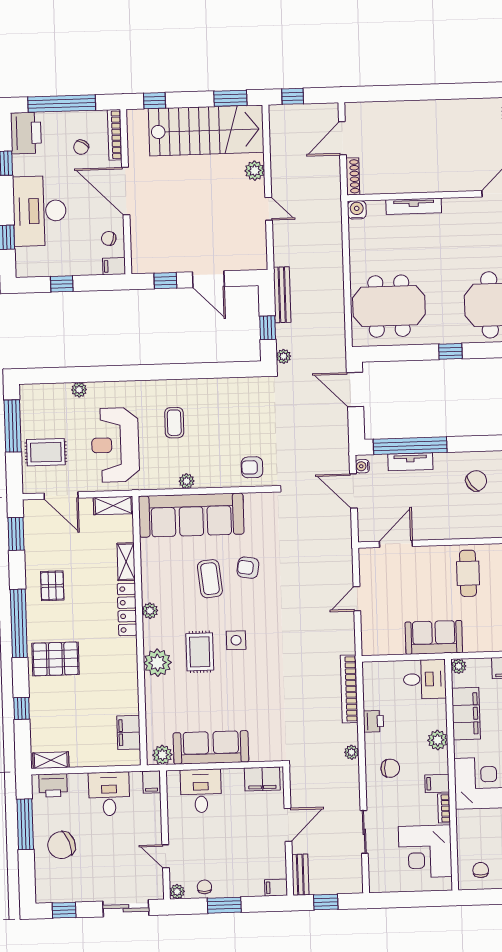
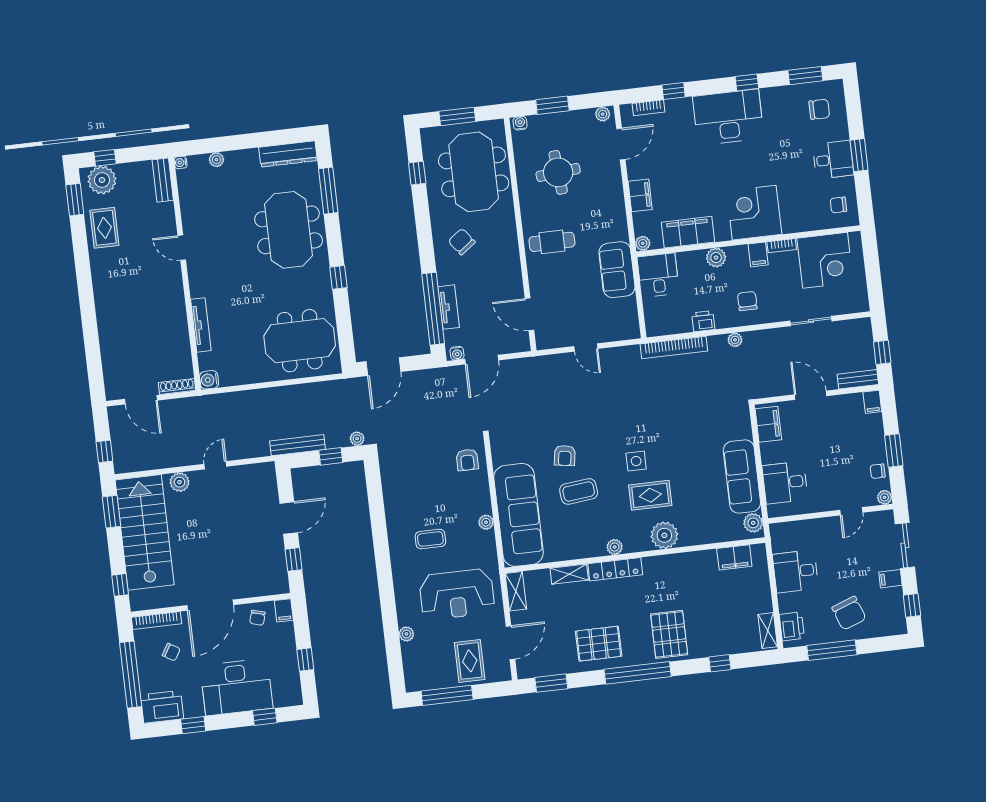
meeting table: (389, 306) -> (300, 341), turned 90
pallet: (52, 586) -> (599, 644), width x1.50, depth x1.42
filing cabinet: (151, 782) -> (890, 579), moved, turned 180

